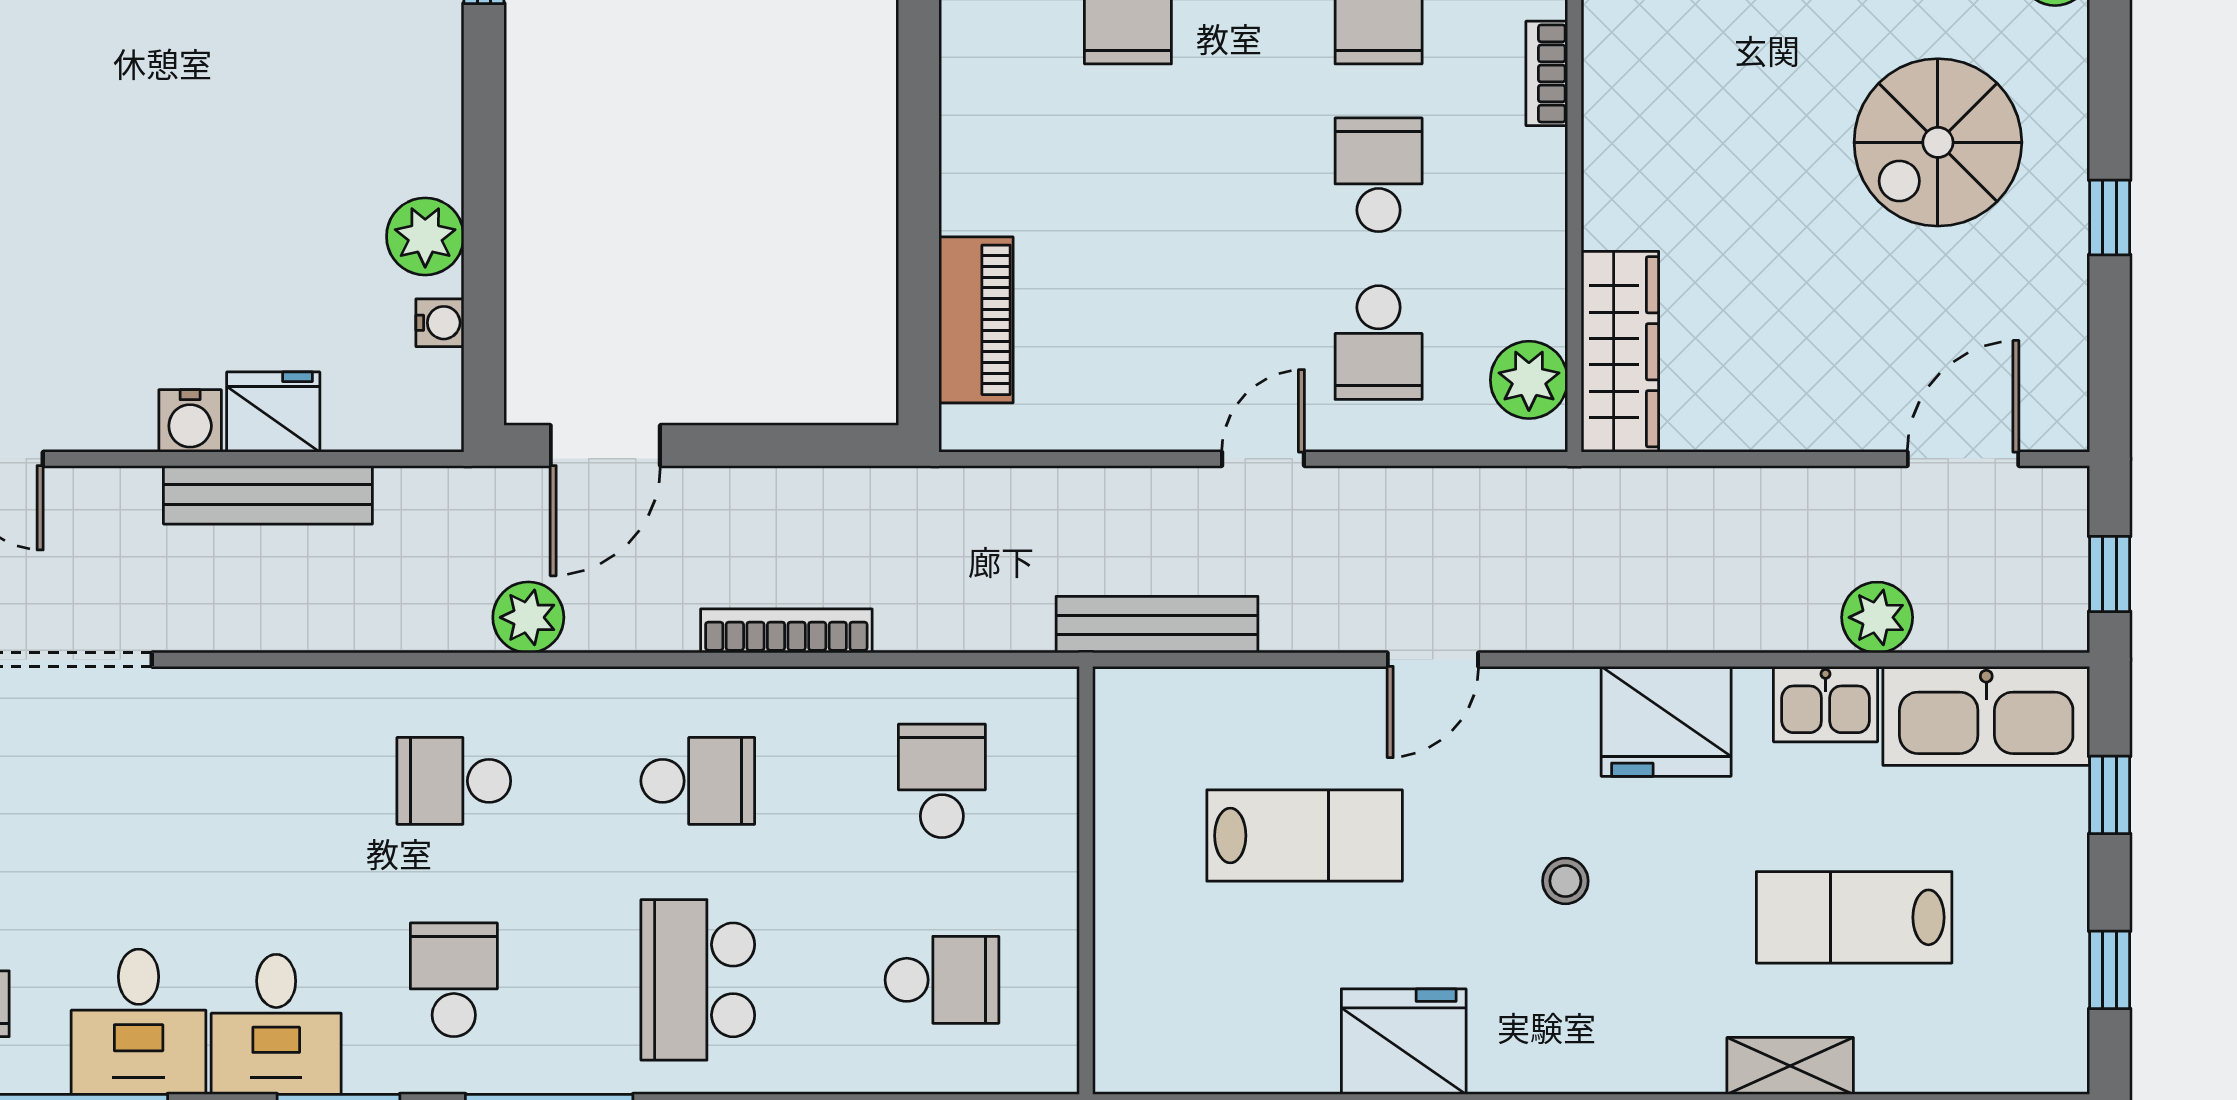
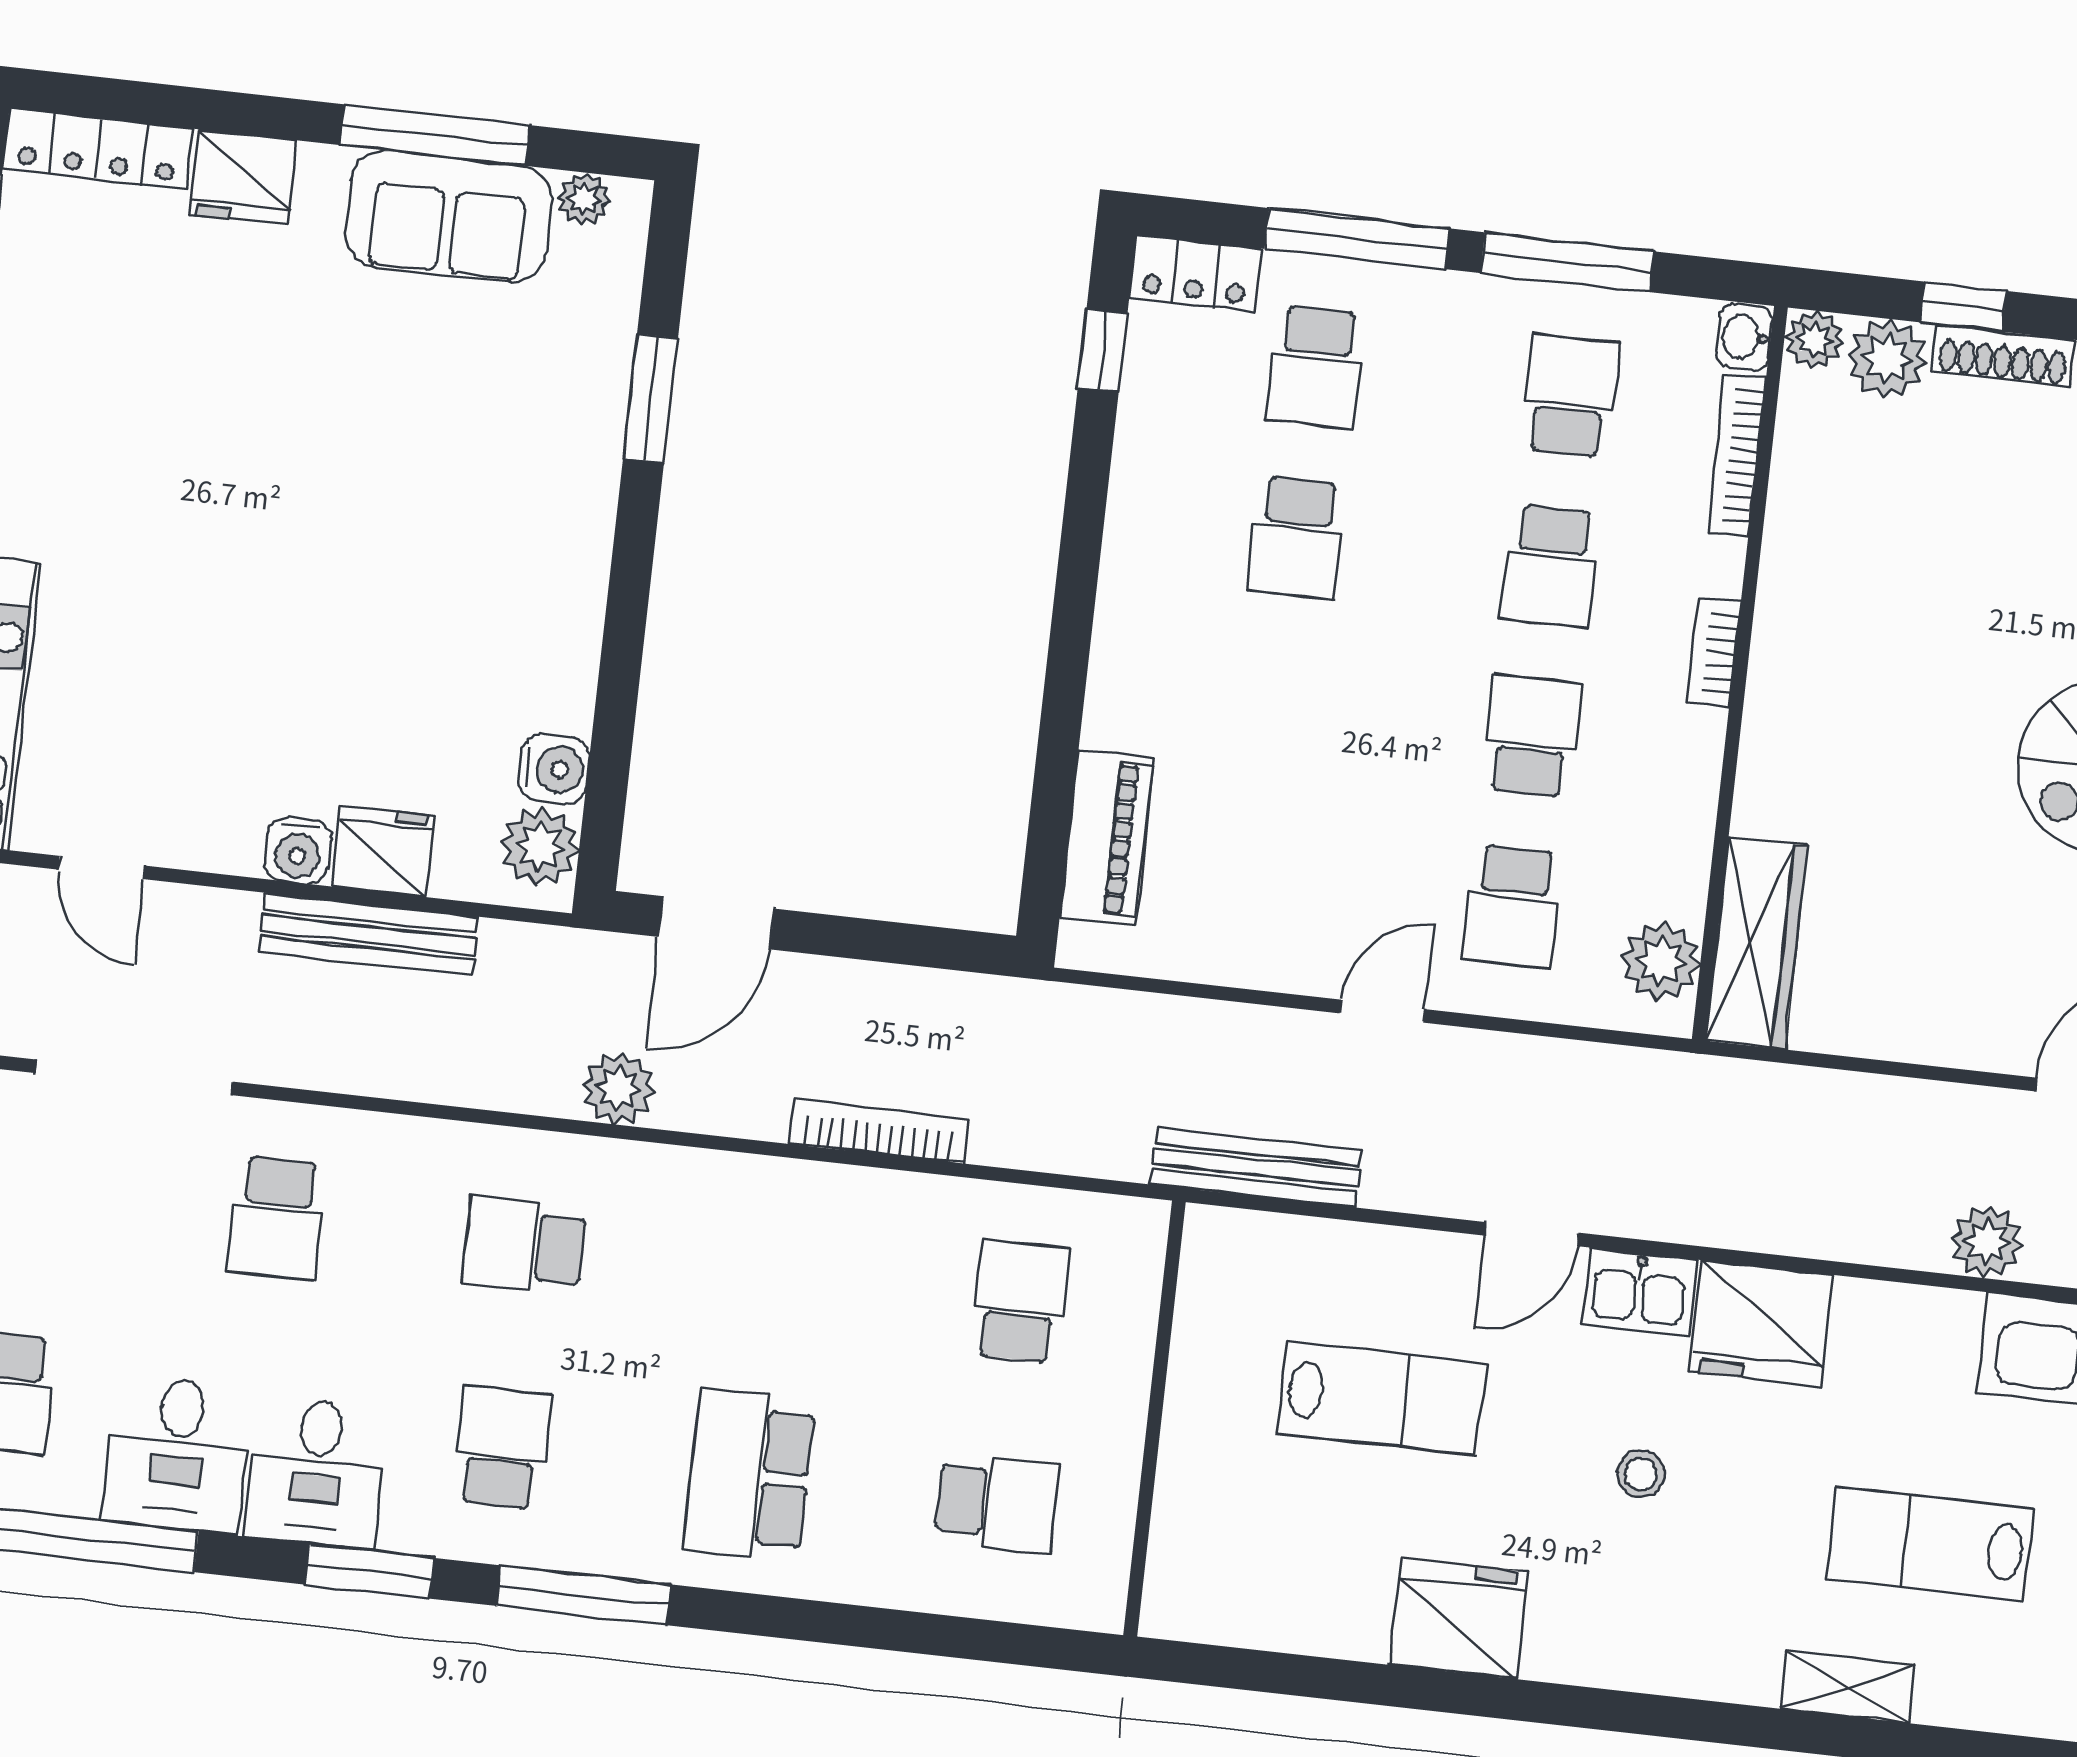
plant: (425, 236) -> (540, 847), moved
water cooler: (440, 323) -> (554, 769), width x1.38, depth x1.38
kitchen sink: (1826, 704) -> (1639, 1292), moved
school desk: (698, 781) -> (277, 1218), moved, turned 90

